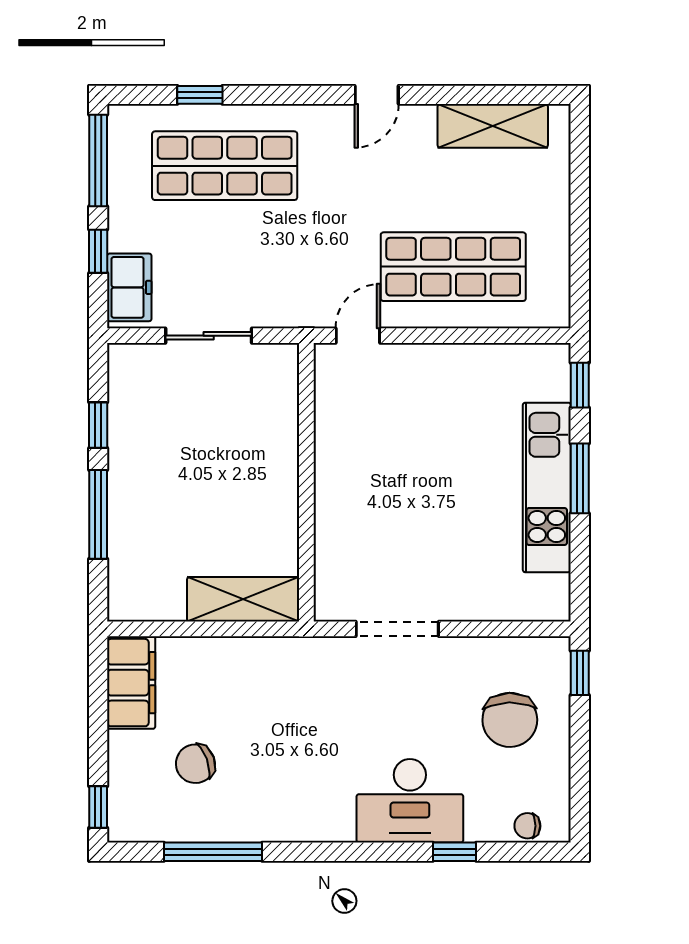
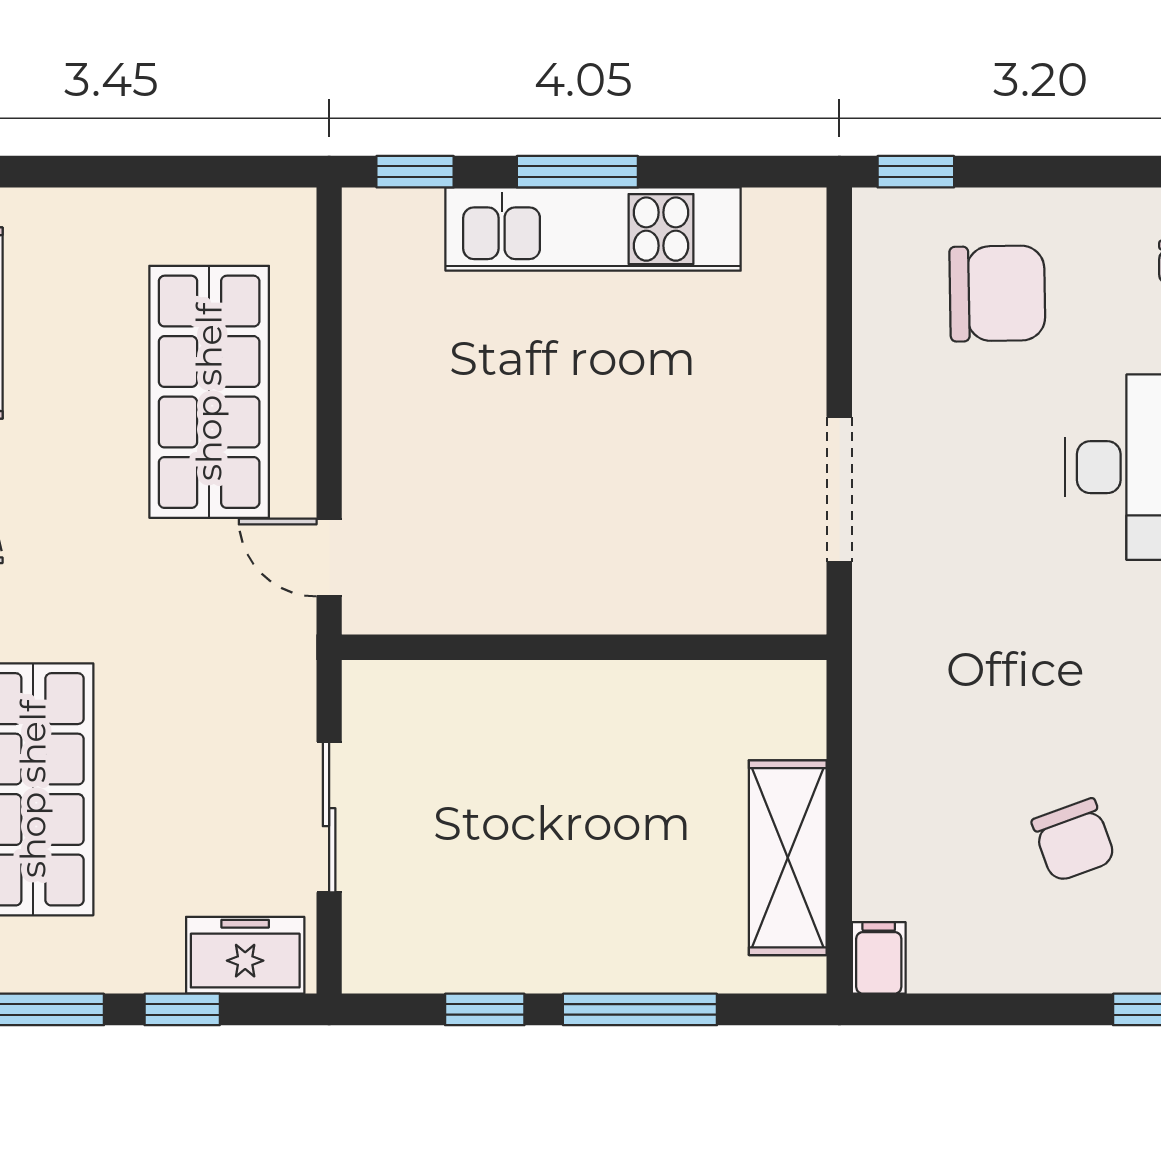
shelving: (243, 599) -> (788, 858), moved
filing cabinet: (131, 683) -> (879, 958), width x0.33, depth x0.86

